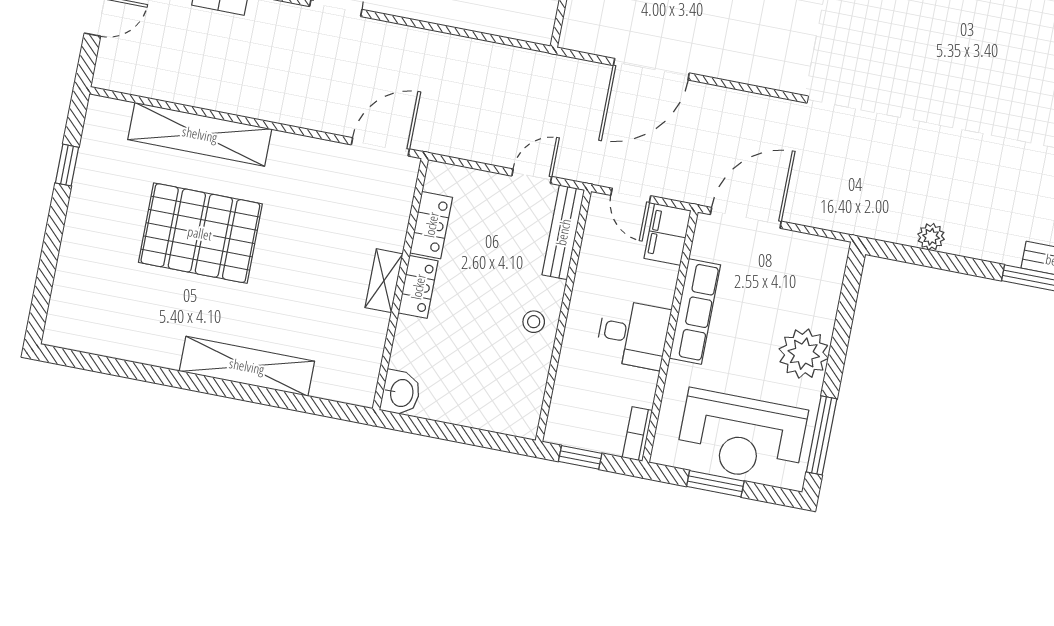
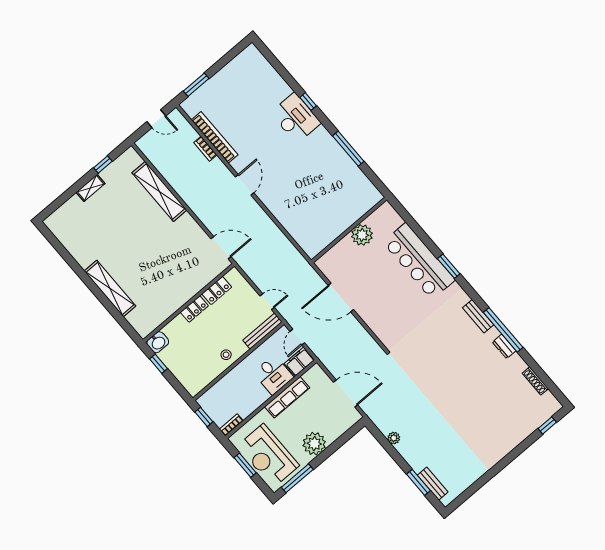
door: (746, 218) -> (345, 393), moved
pallet: (200, 233) -> (131, 227), removed
shelving: (384, 281) -> (91, 188), moved
desk: (633, 334) -> (273, 375), moved
window: (431, 428) -> (158, 364), added

